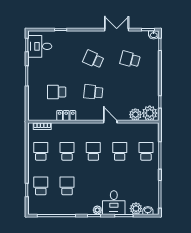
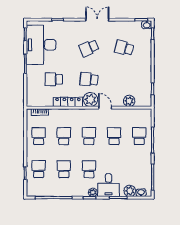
double door: (117, 30) -> (97, 20), moved
desk: (40, 46) -> (41, 45), width x1.87, depth x1.30
school desk: (93, 59) -> (89, 48), turned -48
plant: (150, 113) -> (90, 100), moved
locker: (66, 116) -> (68, 102), width x1.53
school desk: (93, 186) -> (89, 169), added

